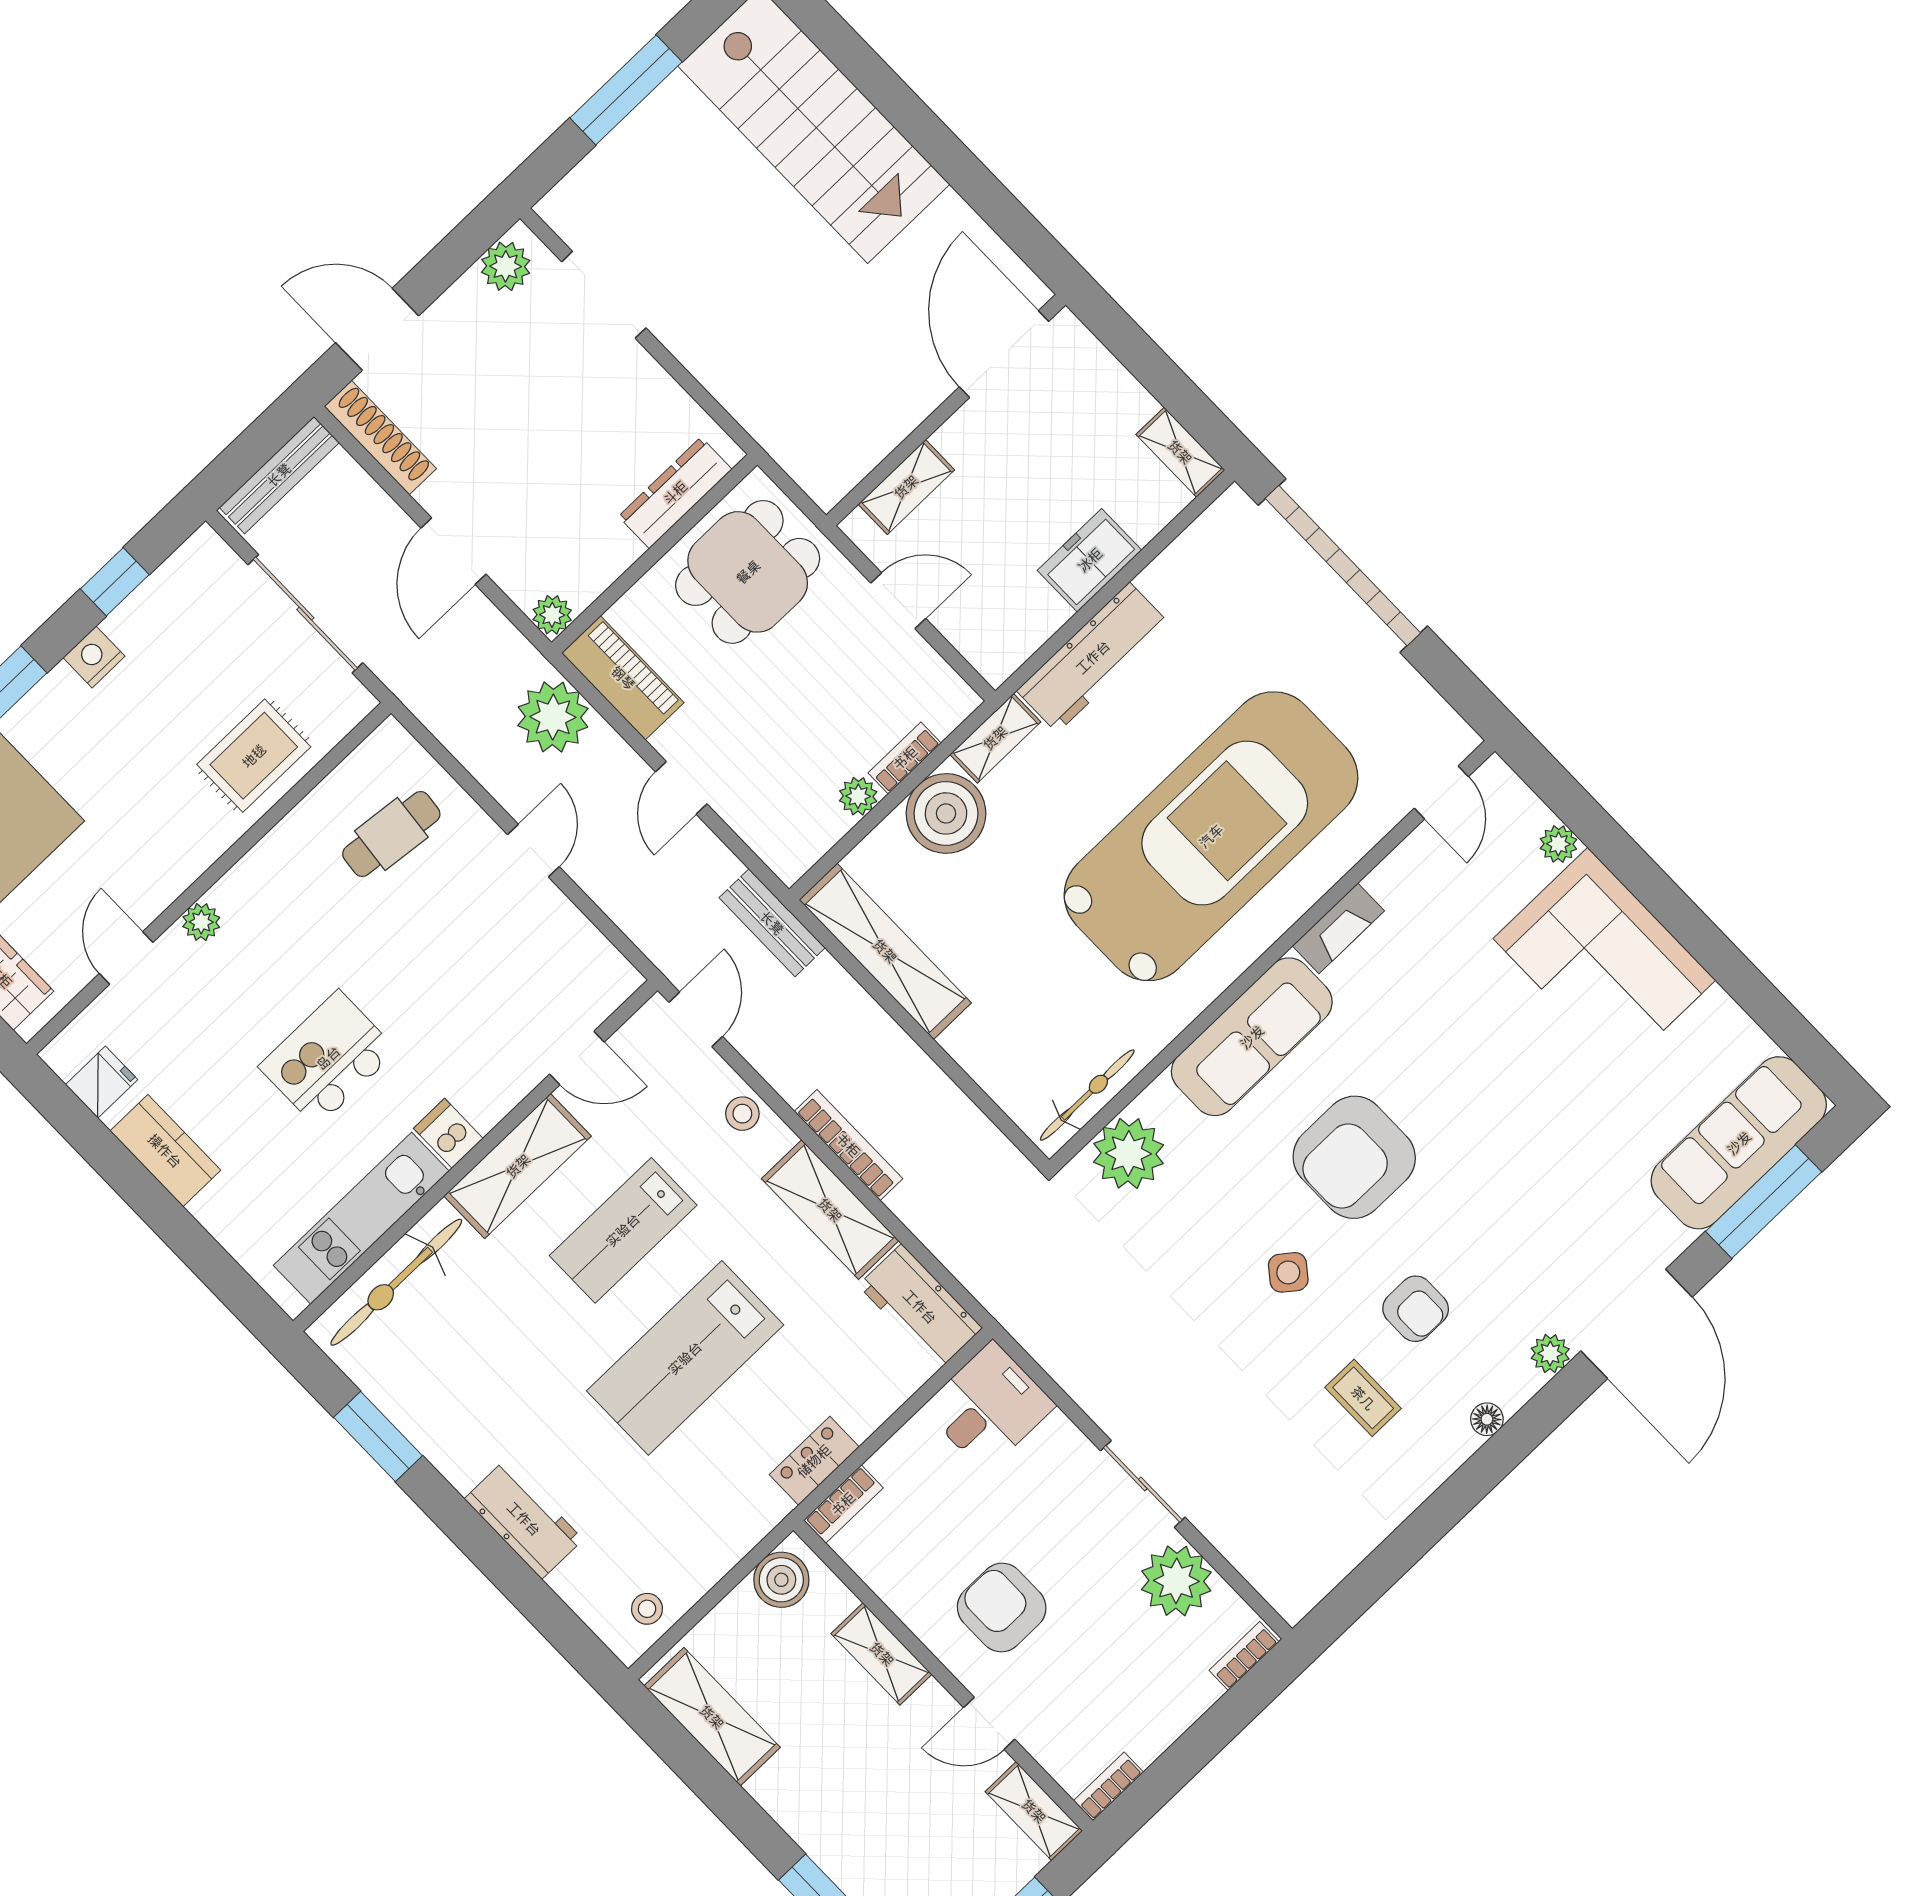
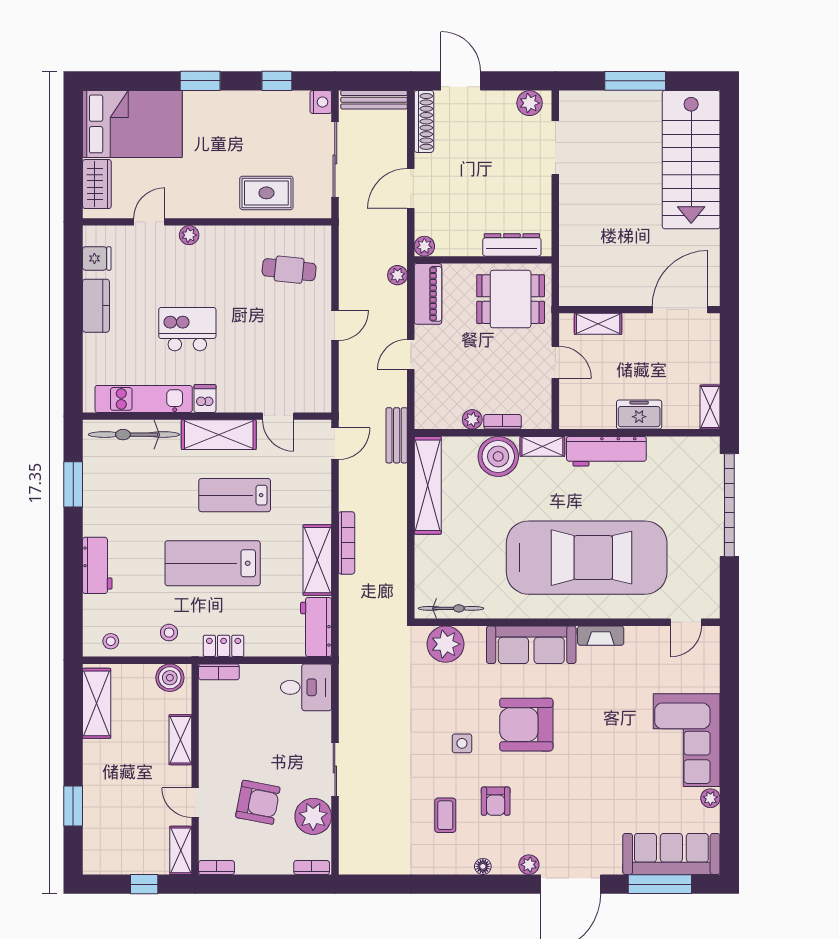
nightstand: (94, 657) -> (321, 102), moved, turned 90
plant: (553, 717) -> (397, 275), width x0.53, depth x0.53
plant: (1558, 844) -> (710, 798), moved
stool: (742, 1114) -> (169, 633), moved
side table: (1288, 1272) -> (462, 743), turned -38
armchair: (1002, 1608) -> (258, 802), moved, turned 101

